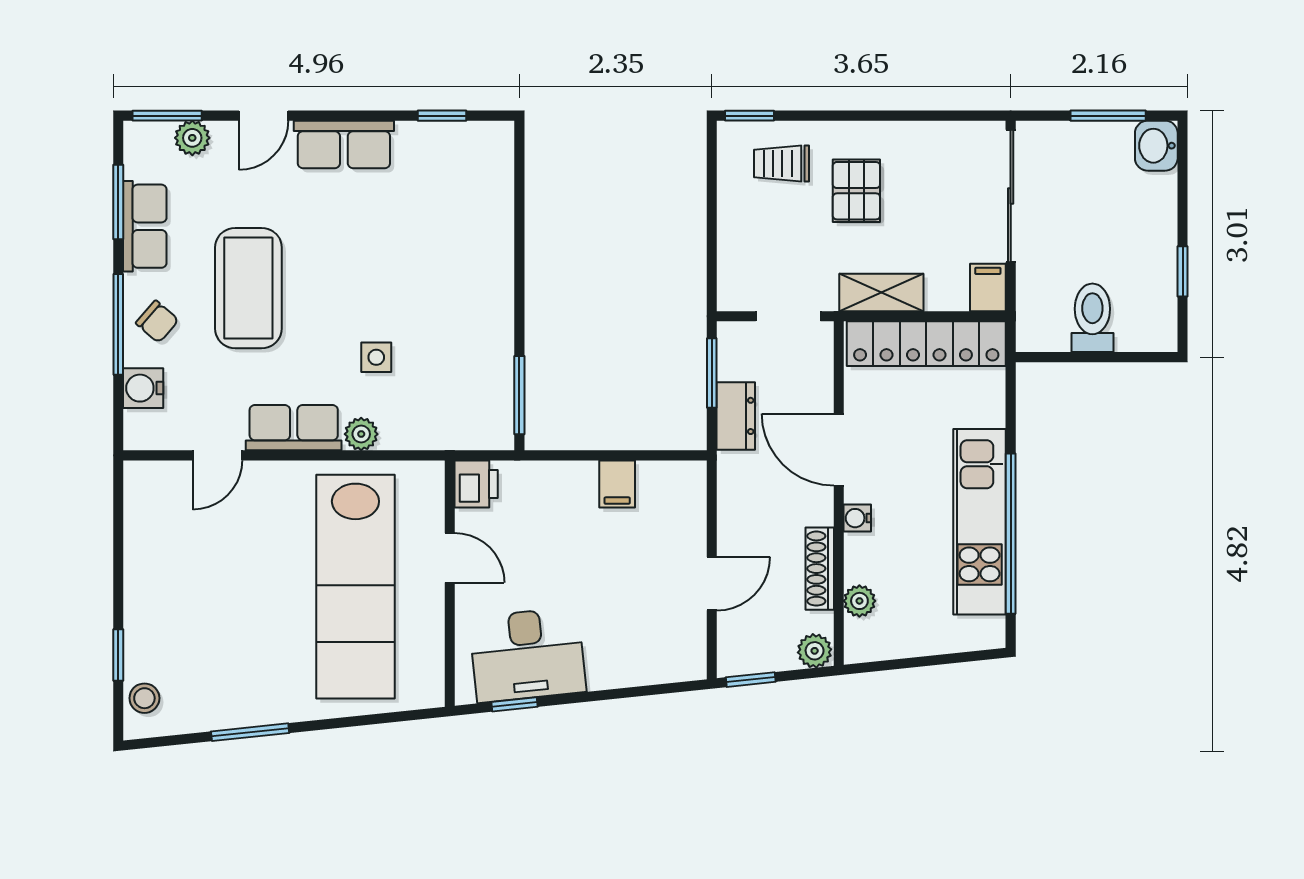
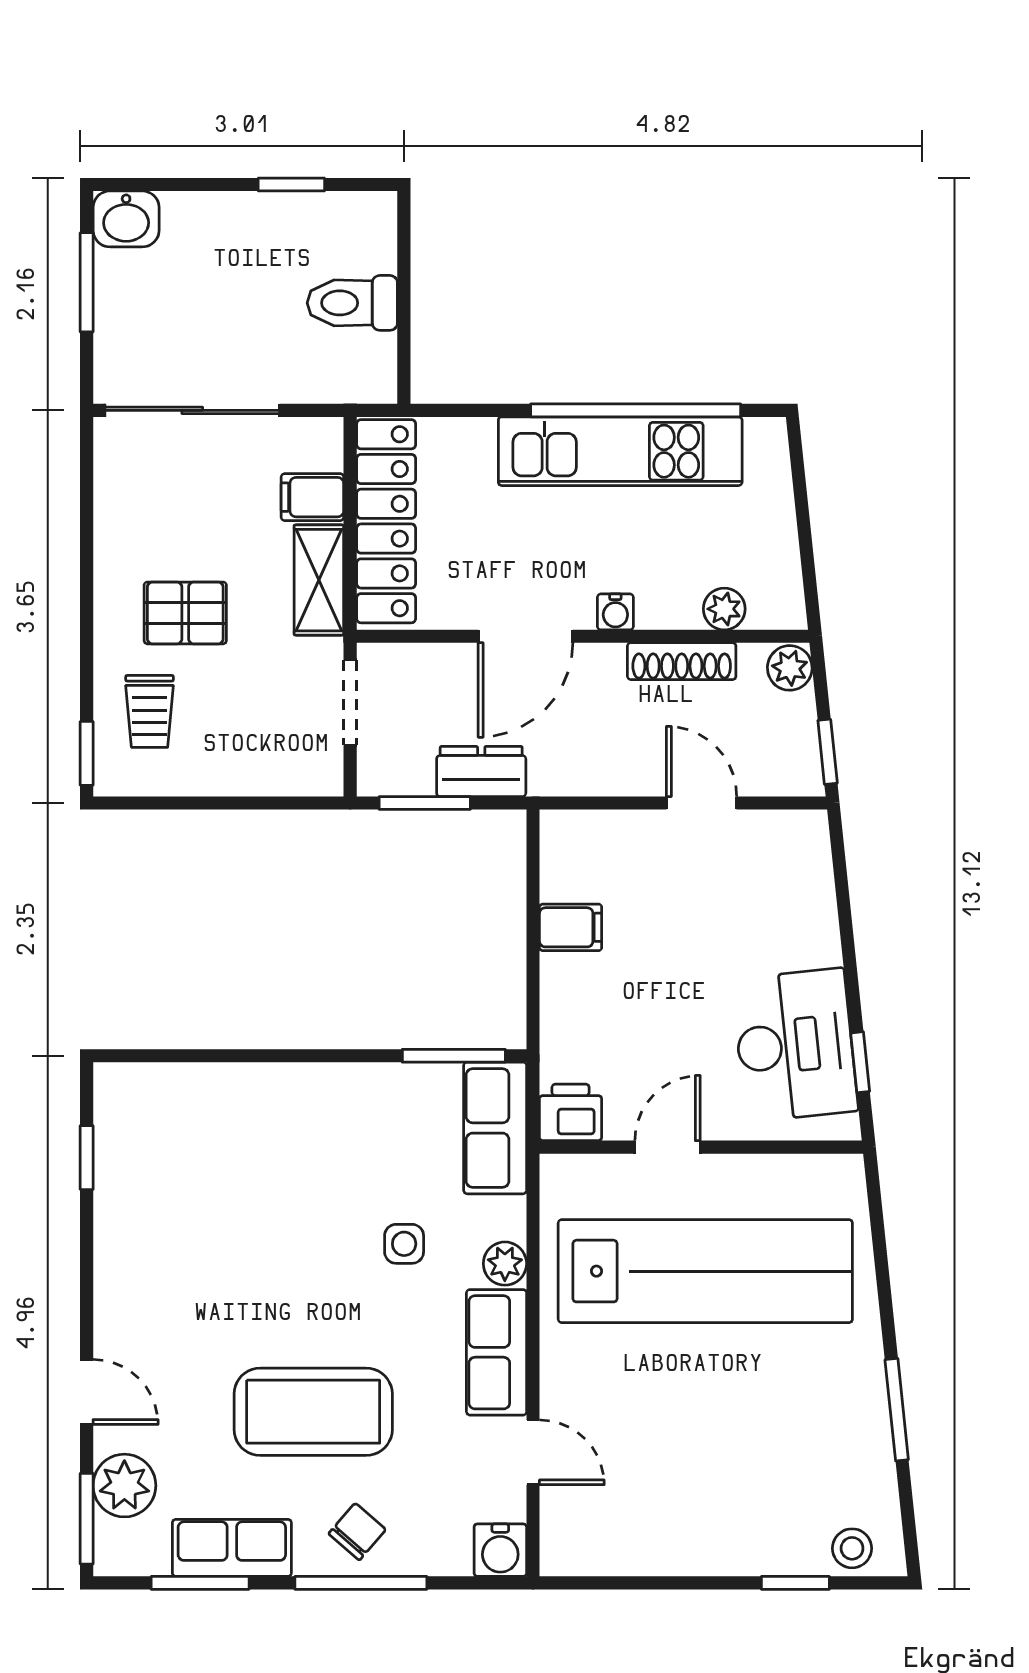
plant: (192, 138) -> (124, 1486), width x1.38, depth x1.38
row of seats: (344, 144) -> (495, 1128), moved, turned 180
filing cabinet: (988, 287) -> (312, 497), moved
water cooler: (143, 388) -> (500, 1550), moved

